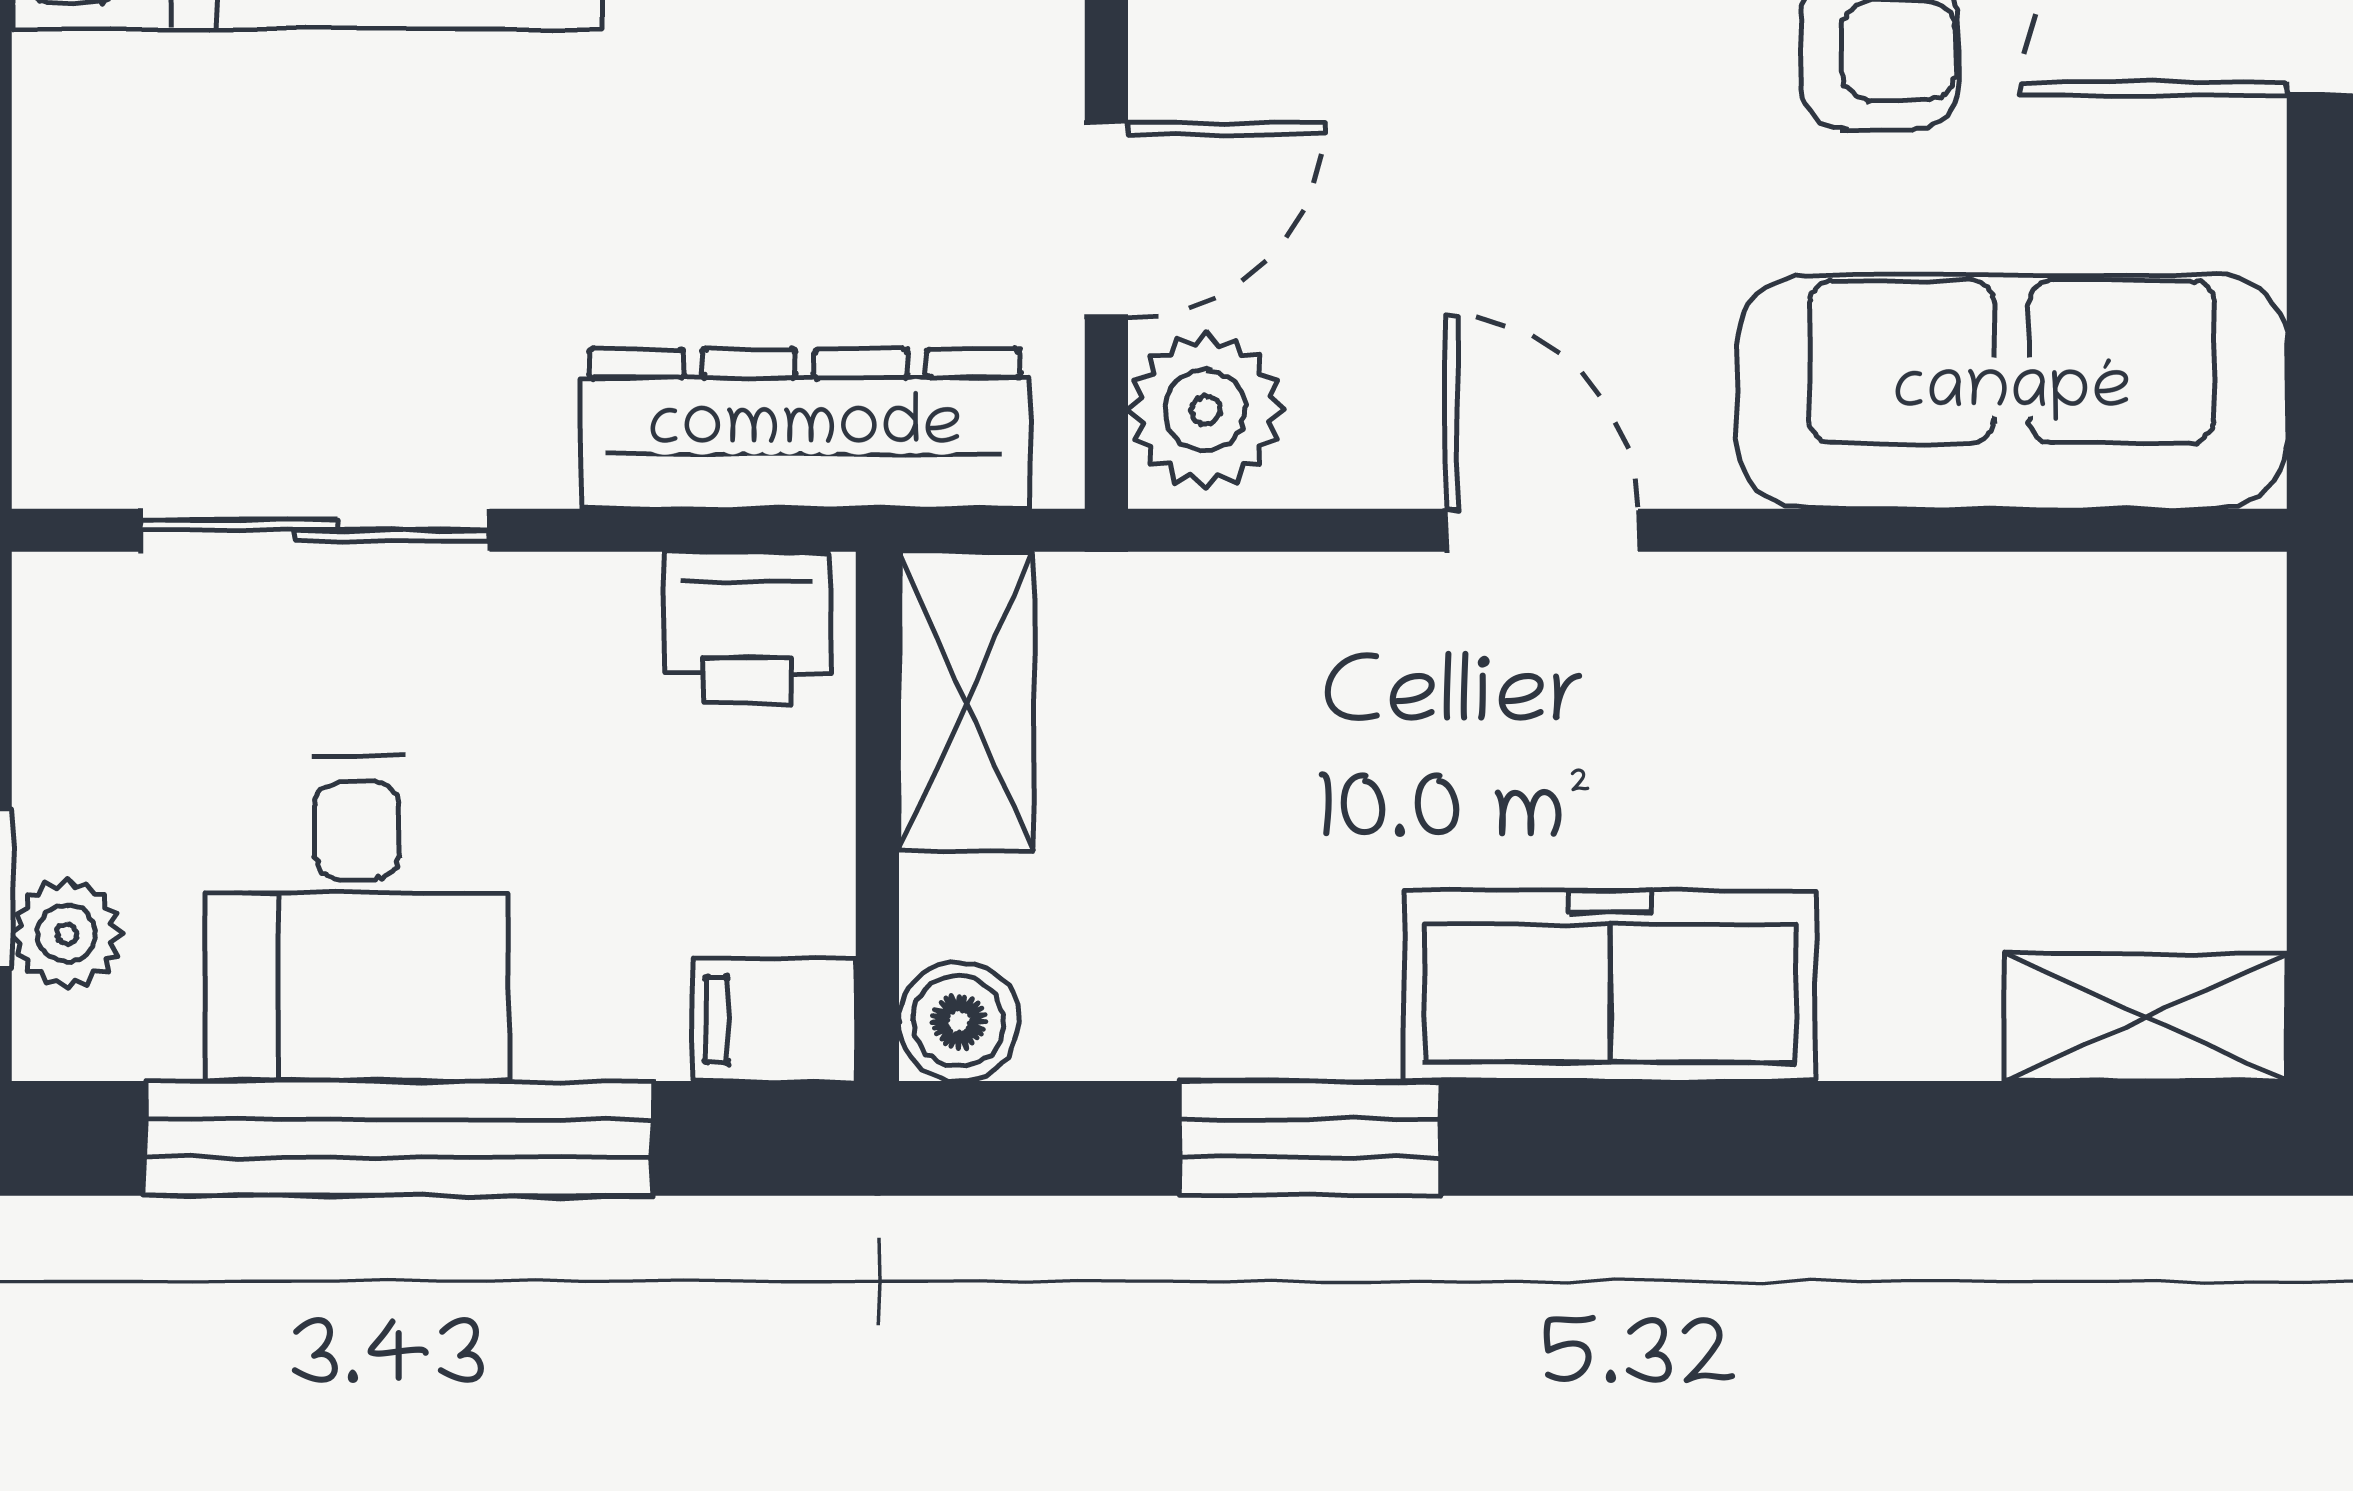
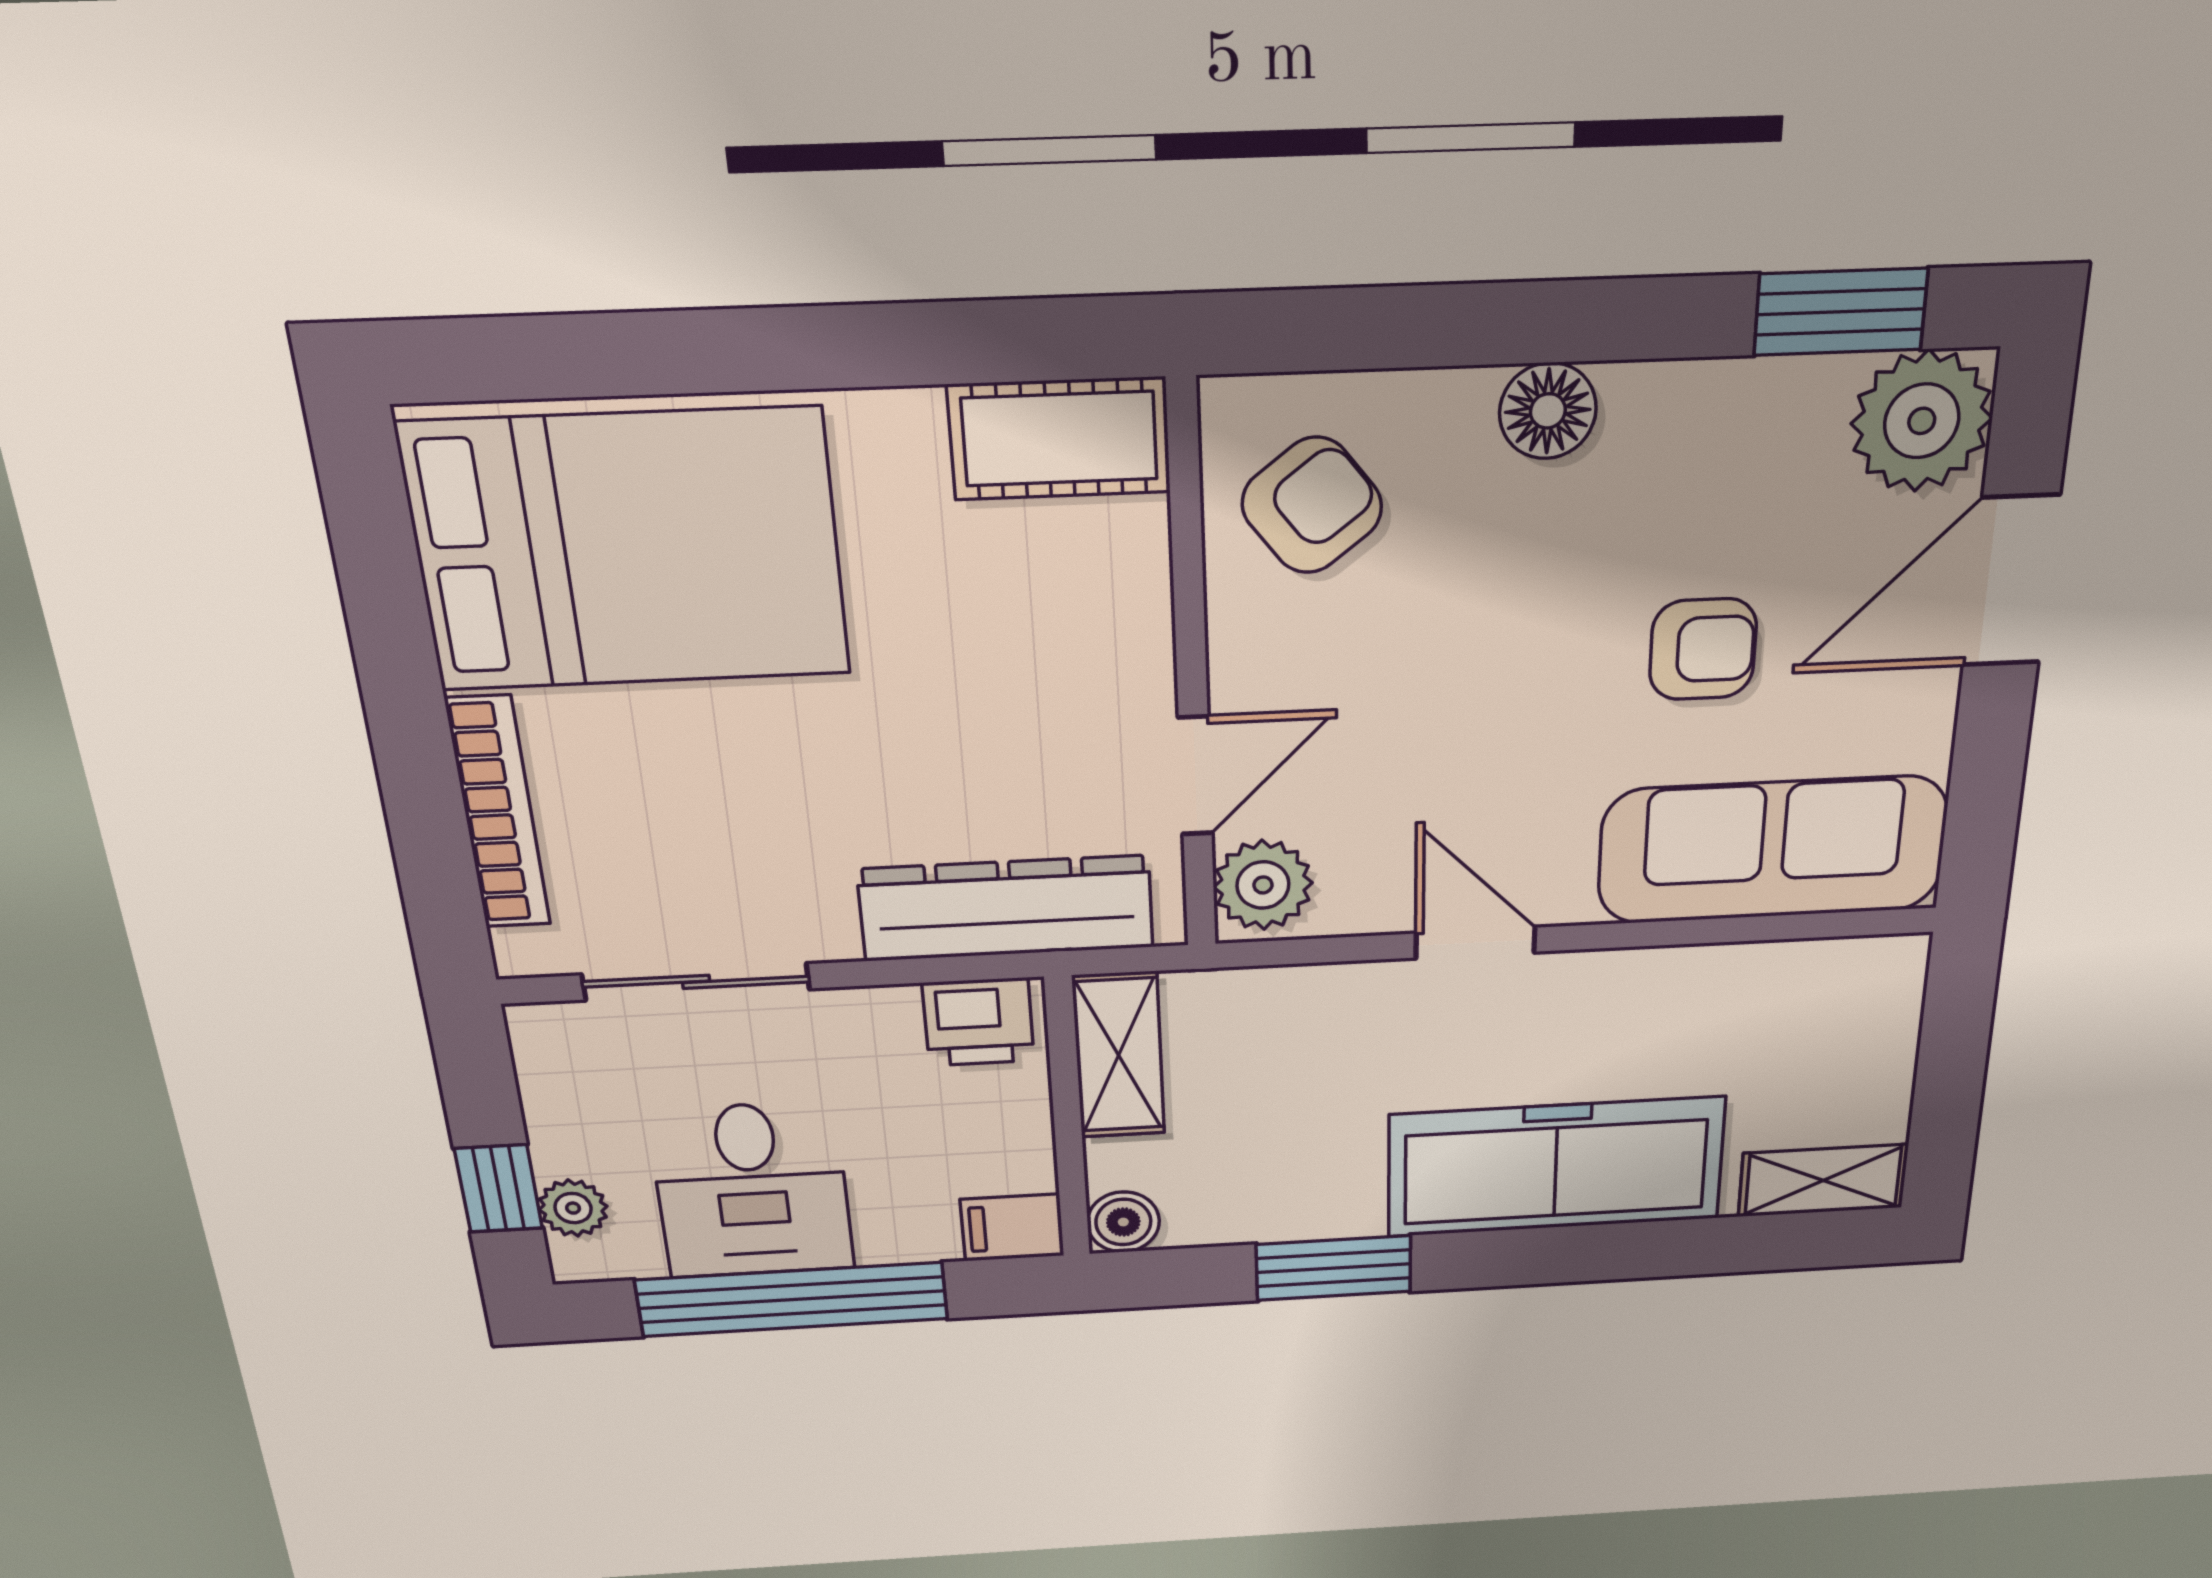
bookcase: (60, 229) -> (498, 813), added
freezer: (1610, 986) -> (1556, 1167), width x1.36, depth x1.26

